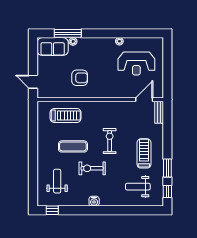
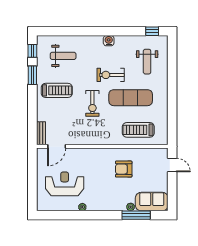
exercise mat: (73, 146) -> (131, 98), width x1.36, depth x1.45
treadmill: (144, 153) -> (57, 90), turned -90
exercise bike: (92, 168) -> (111, 75), turned 180

